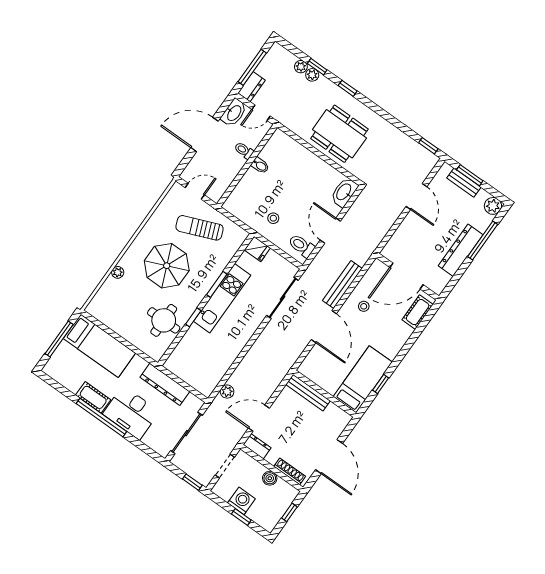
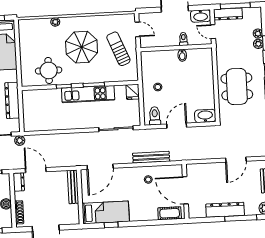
dresser: (252, 87) -> (228, 14), width x1.44
door: (324, 327) -> (100, 167), moved
plant: (227, 392) -> (20, 140), moved

